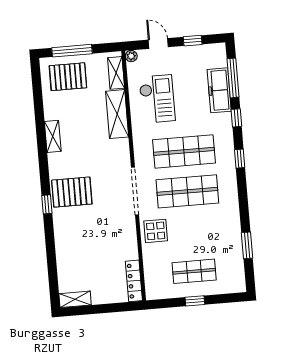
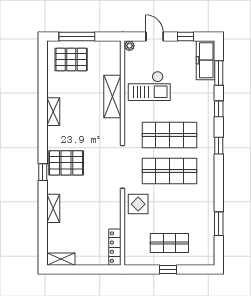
shelving: (116, 73) -> (53, 208), moved
window: (233, 78) -> (219, 73), width x0.69
freezer: (219, 90) -> (206, 60), moved
checkout: (157, 99) -> (149, 86), turned 90

